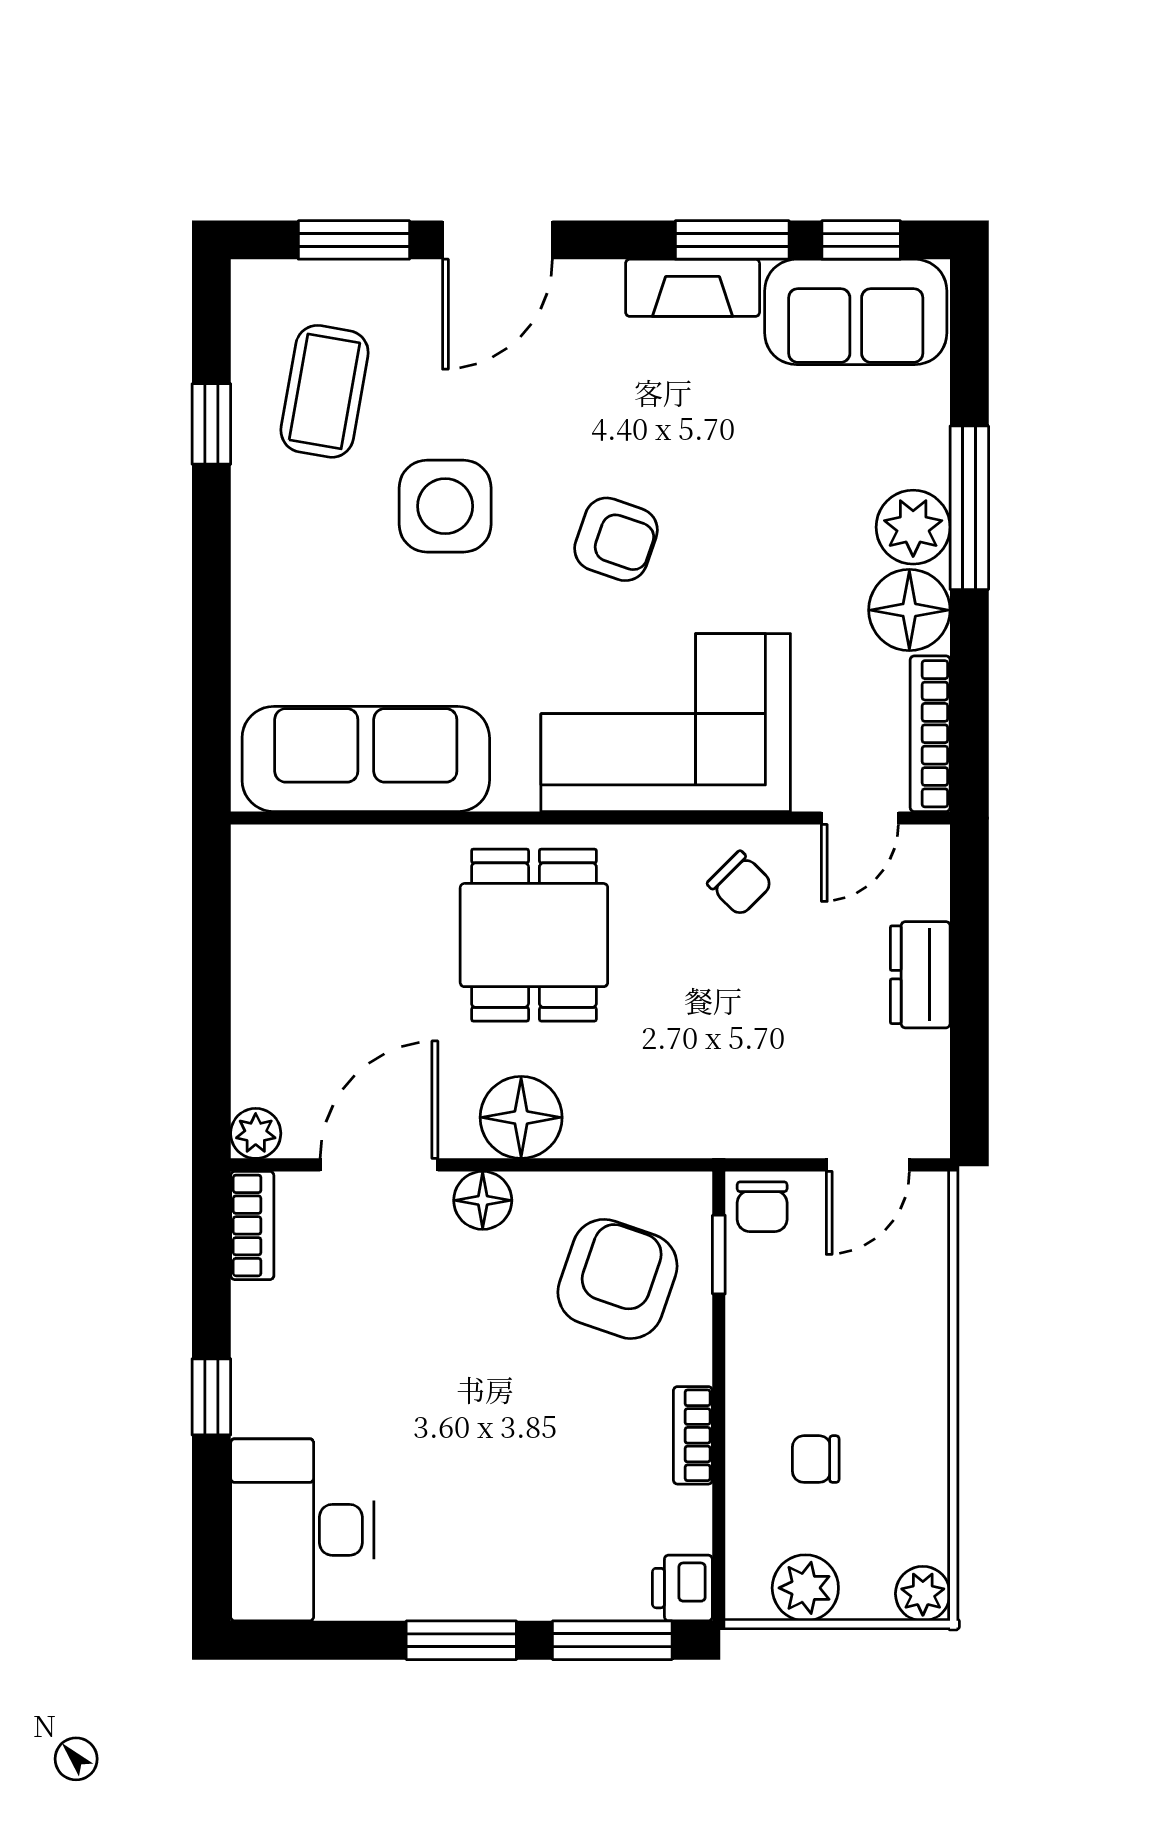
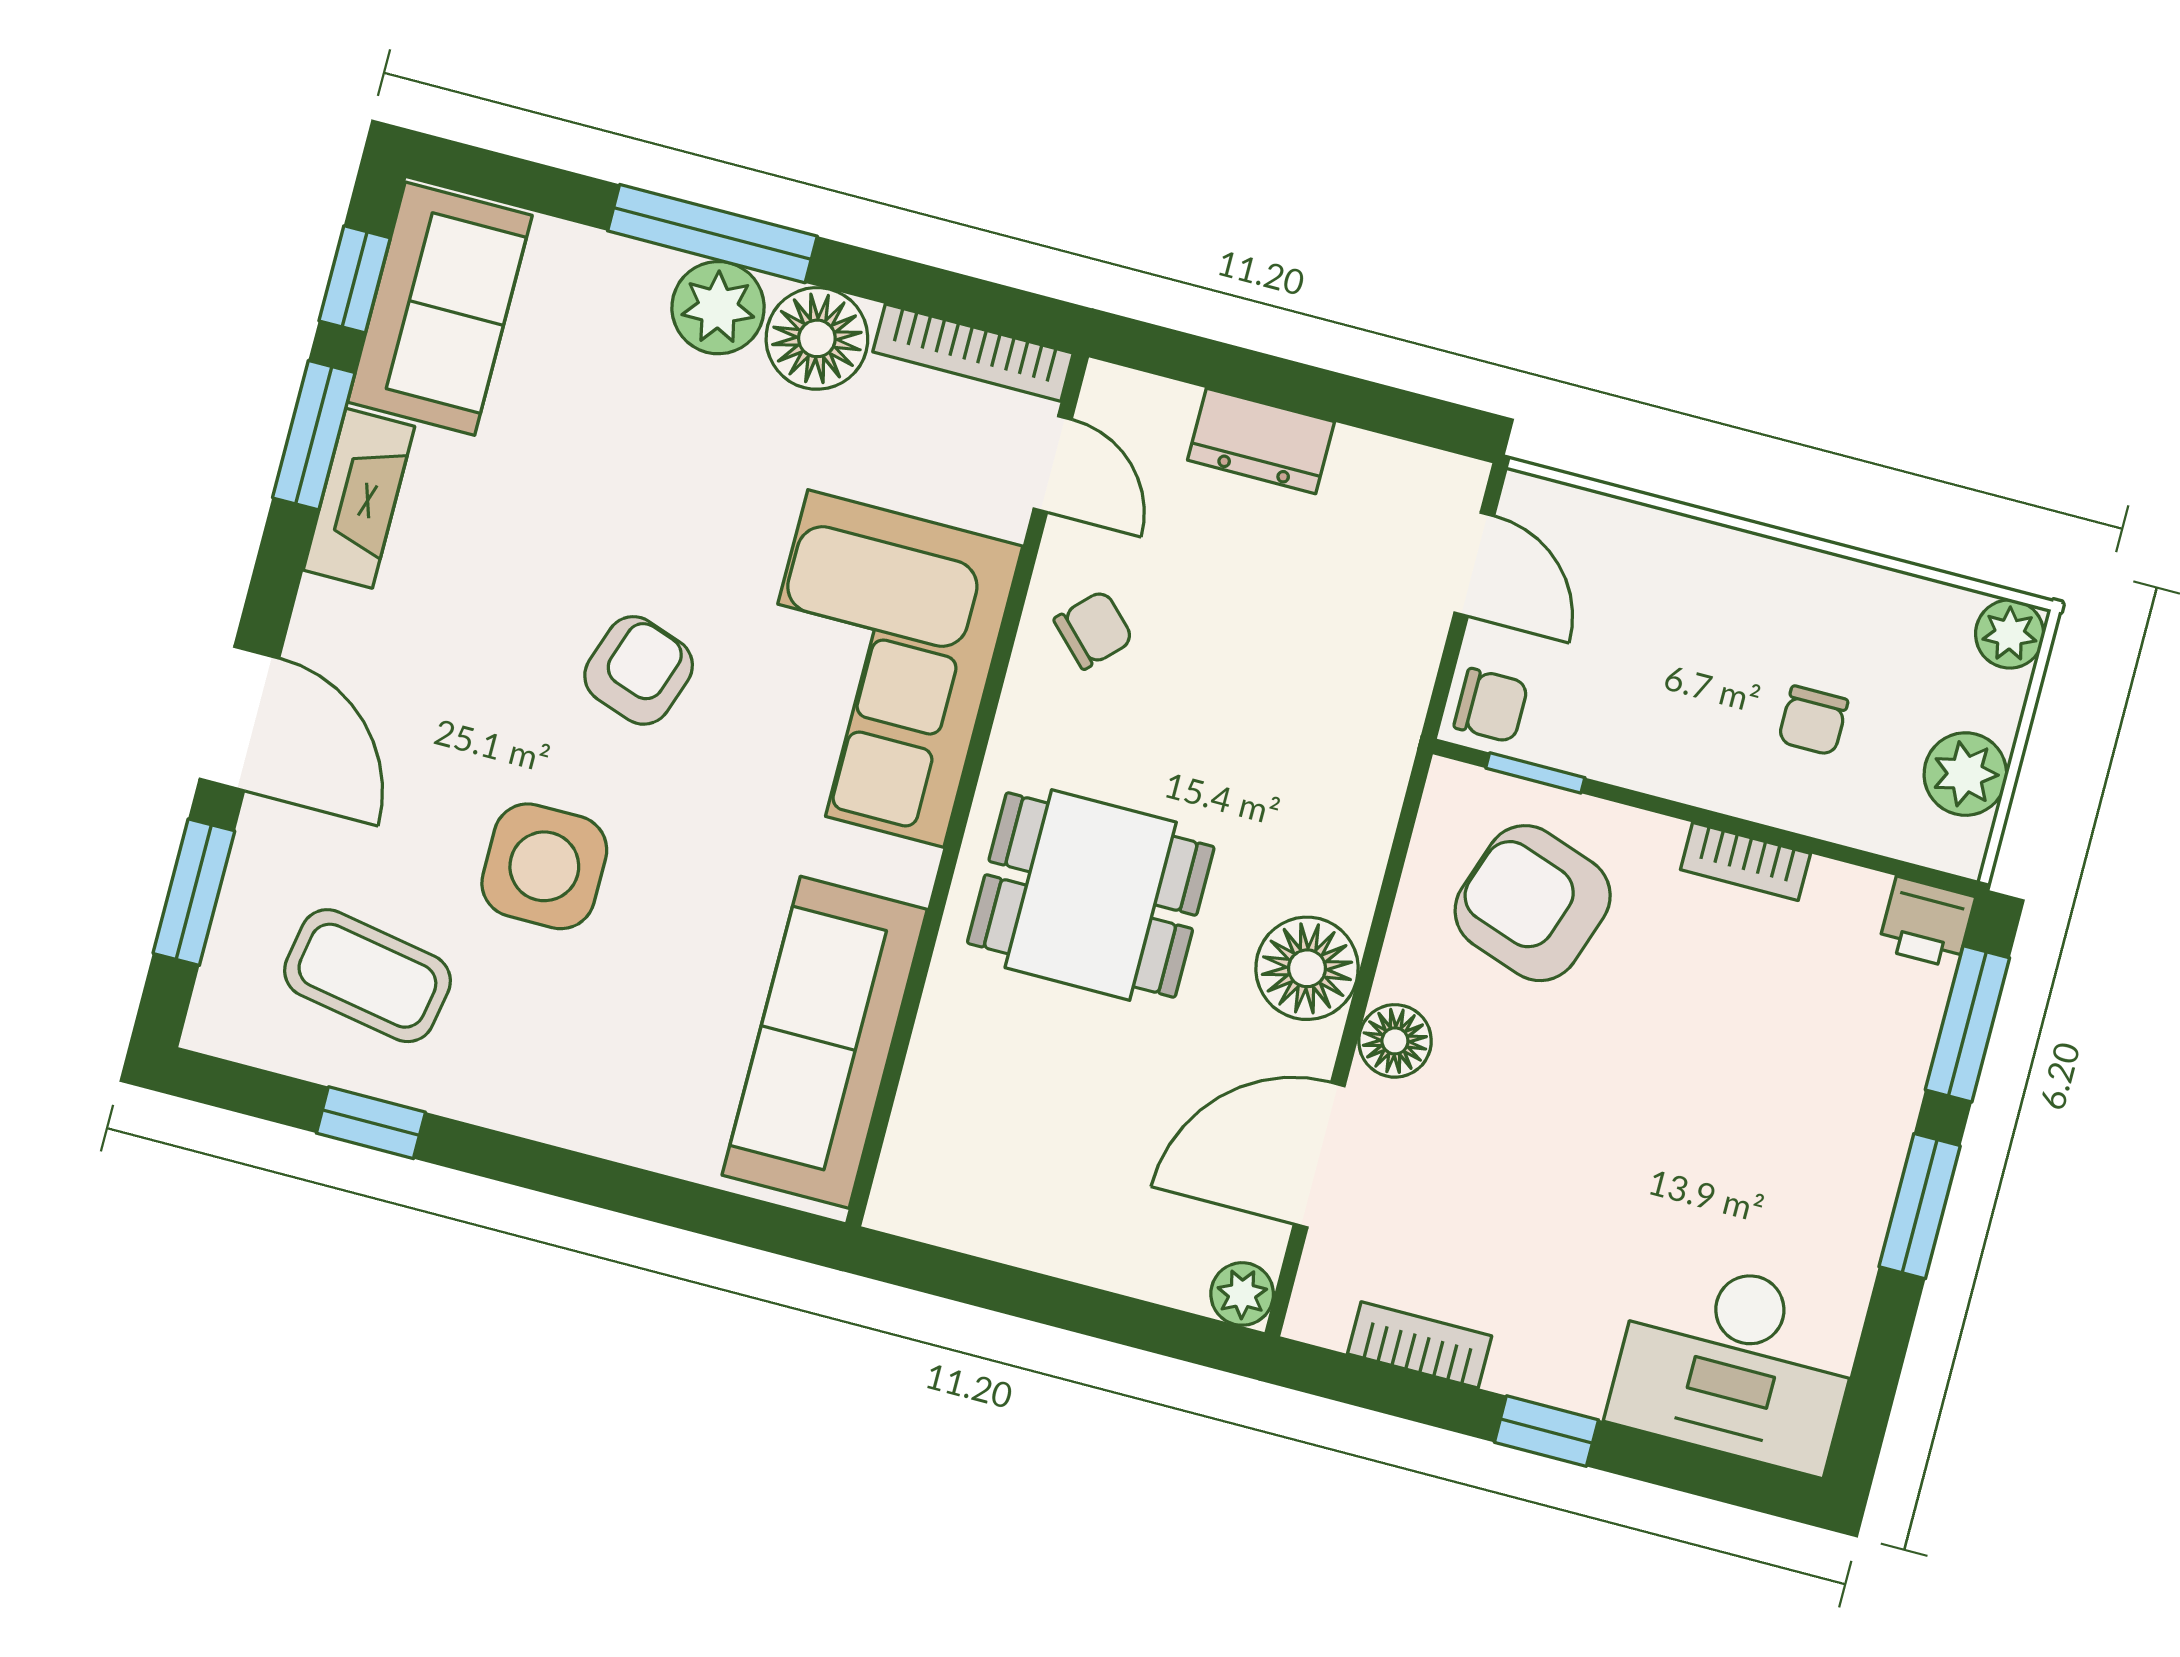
door: (379, 1165) -> (1319, 1155), hinge flipped
bookcase: (252, 1225) -> (1420, 1345), moved

